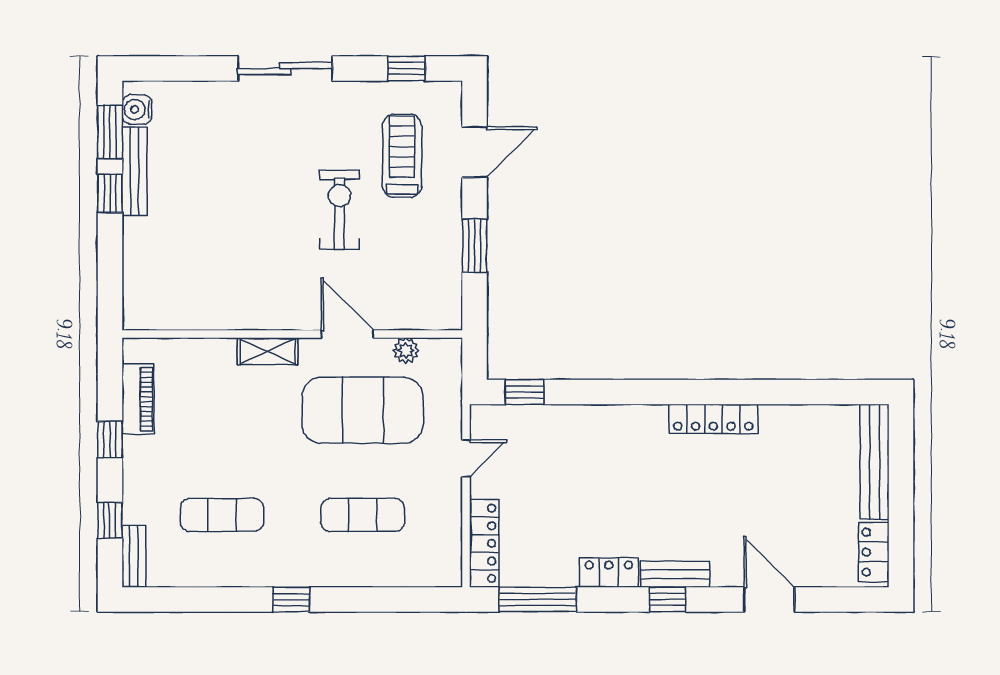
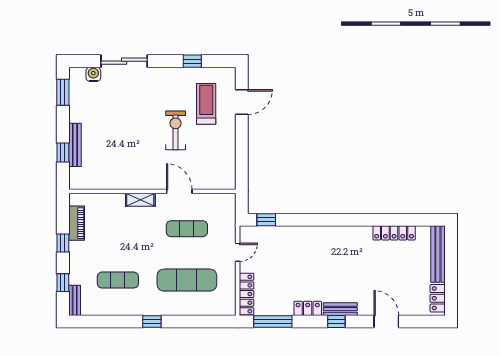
sliding door: (285, 69) -> (124, 61), moved
window: (406, 69) -> (192, 61), moved
water cooler: (137, 110) -> (93, 74), moved, turned 90
bench: (134, 171) -> (75, 145), moved
window: (110, 193) -> (63, 153), moved
window: (475, 246) -> (242, 148), removed
plant: (406, 350) -> (208, 199), removed
exercise mat: (363, 410) -> (187, 229), width x0.50, depth x0.69
locker: (713, 419) -> (394, 233), moved
exercise mat: (363, 515) -> (187, 280), width x1.36, depth x1.45

